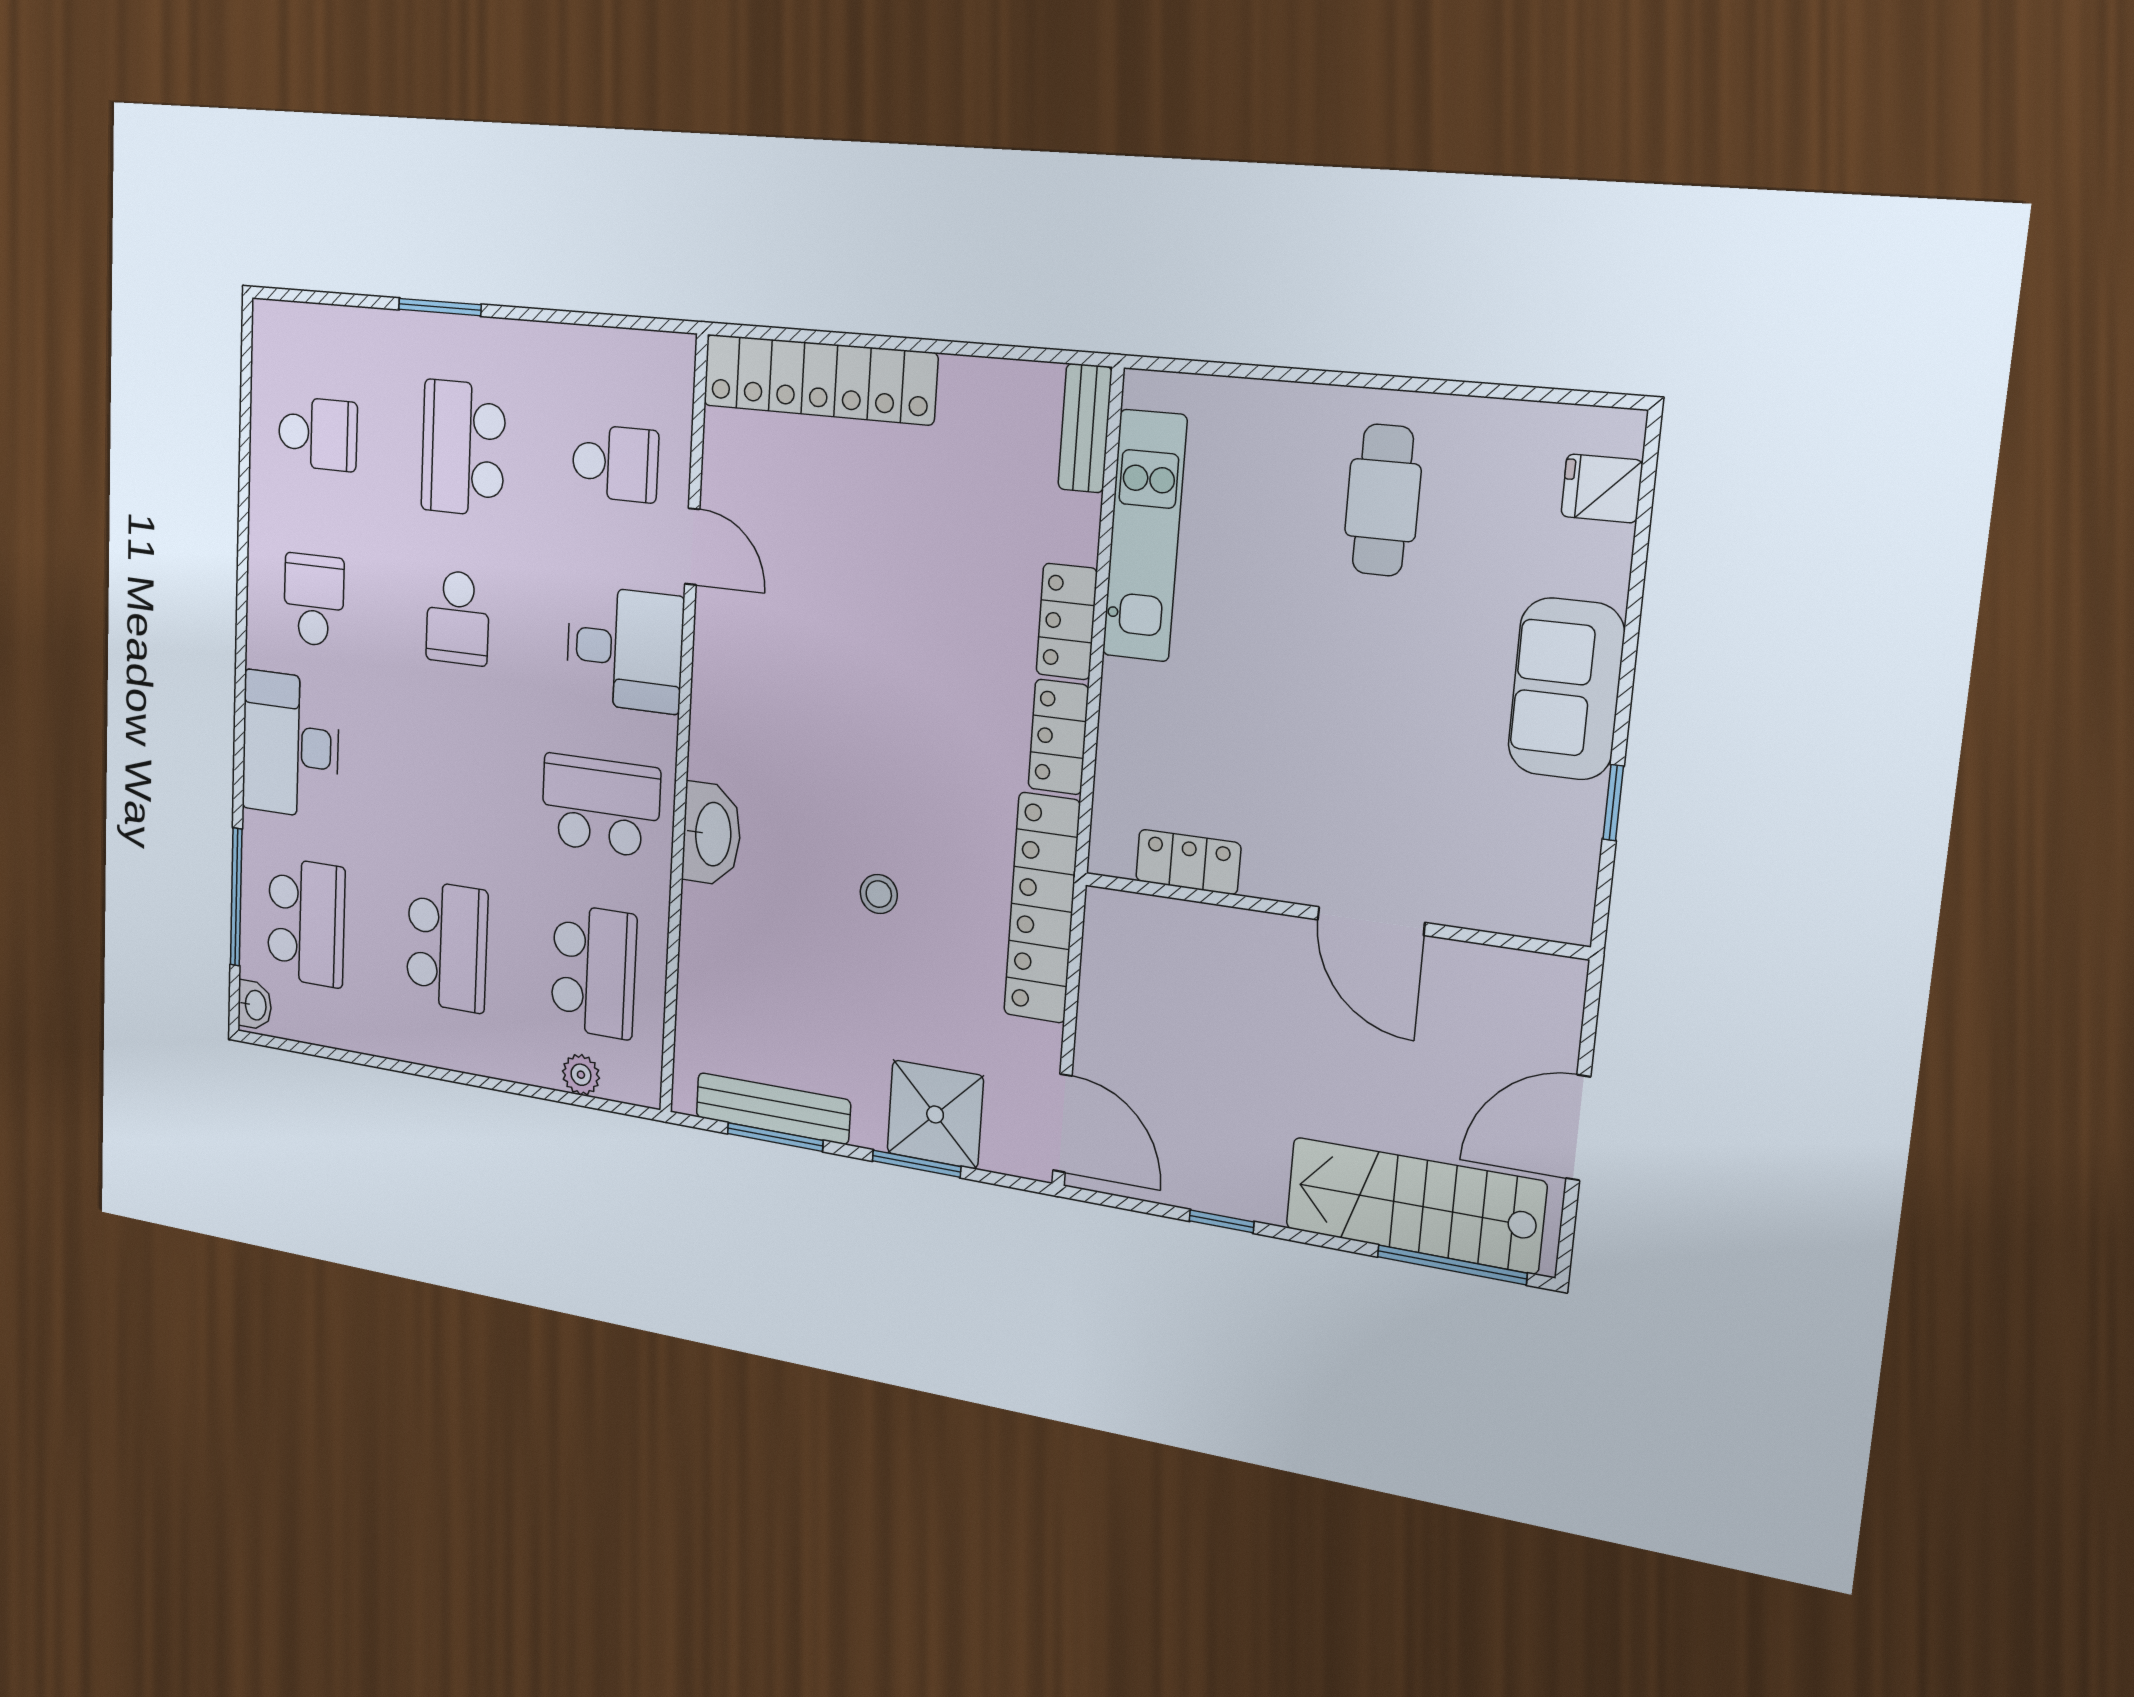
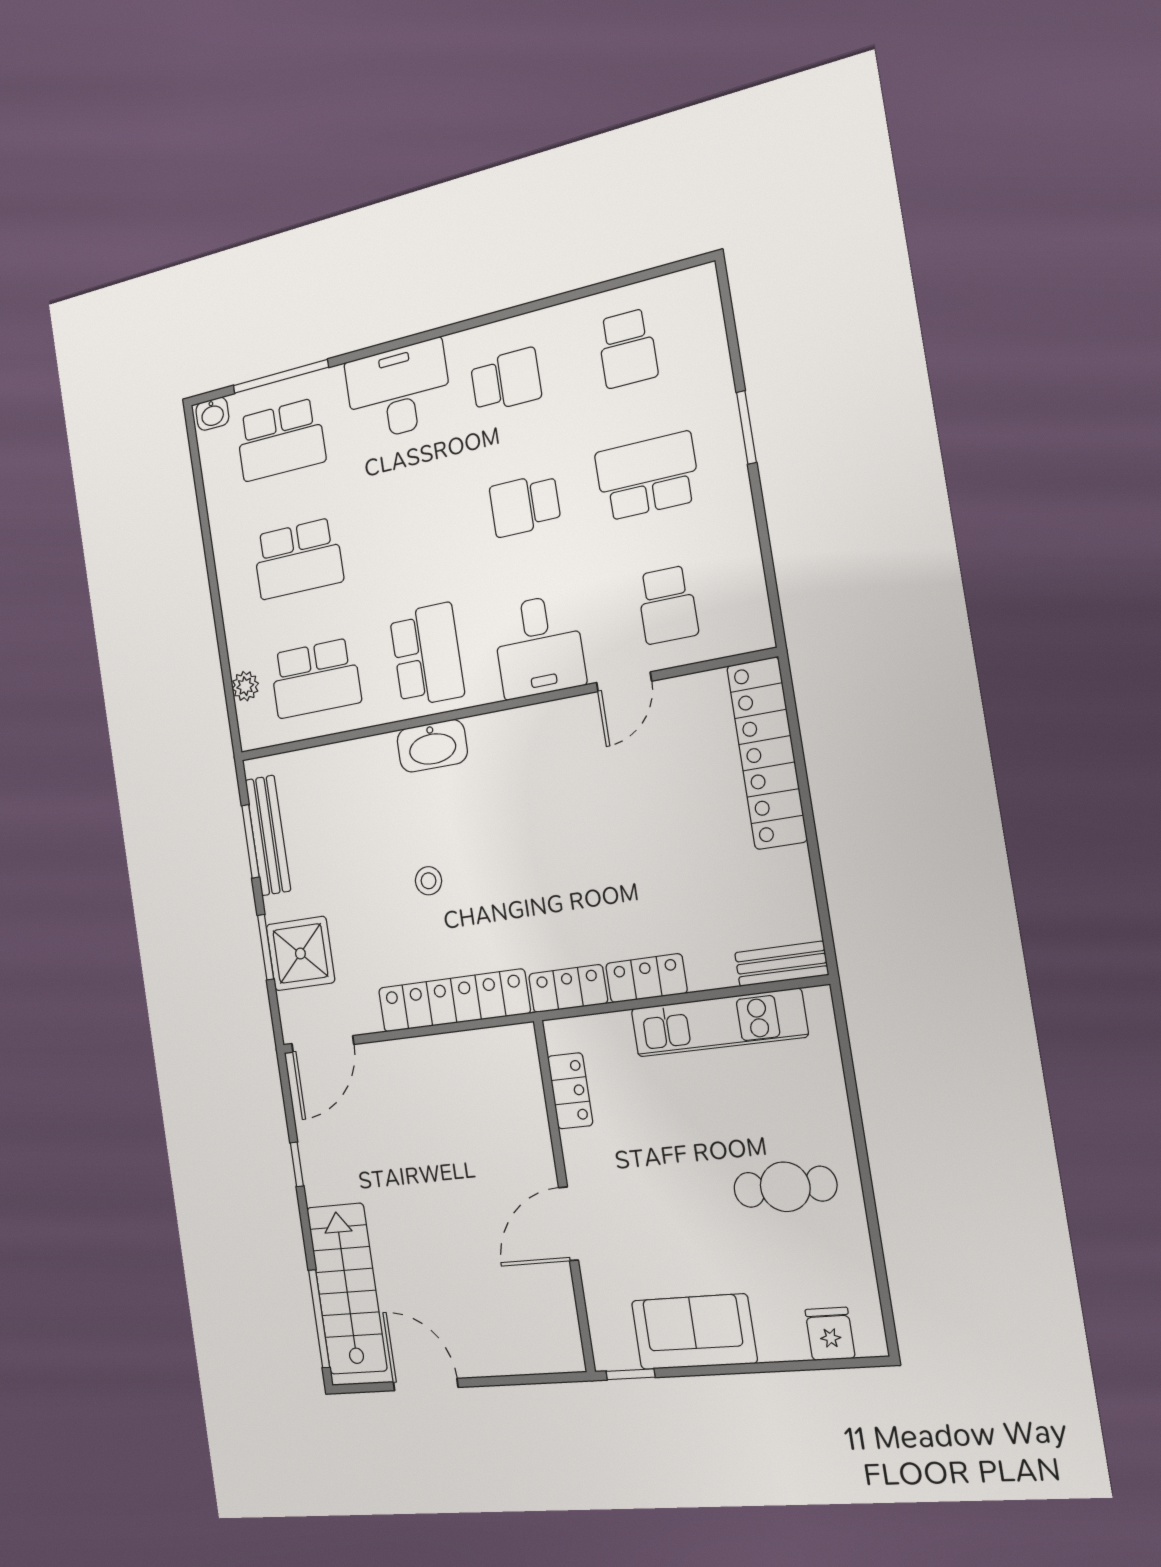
locker: (1188, 862) -> (570, 1091), moved
wall: (1330, 915) -> (564, 1196), moved
door: (1371, 921) -> (569, 1224), moved

